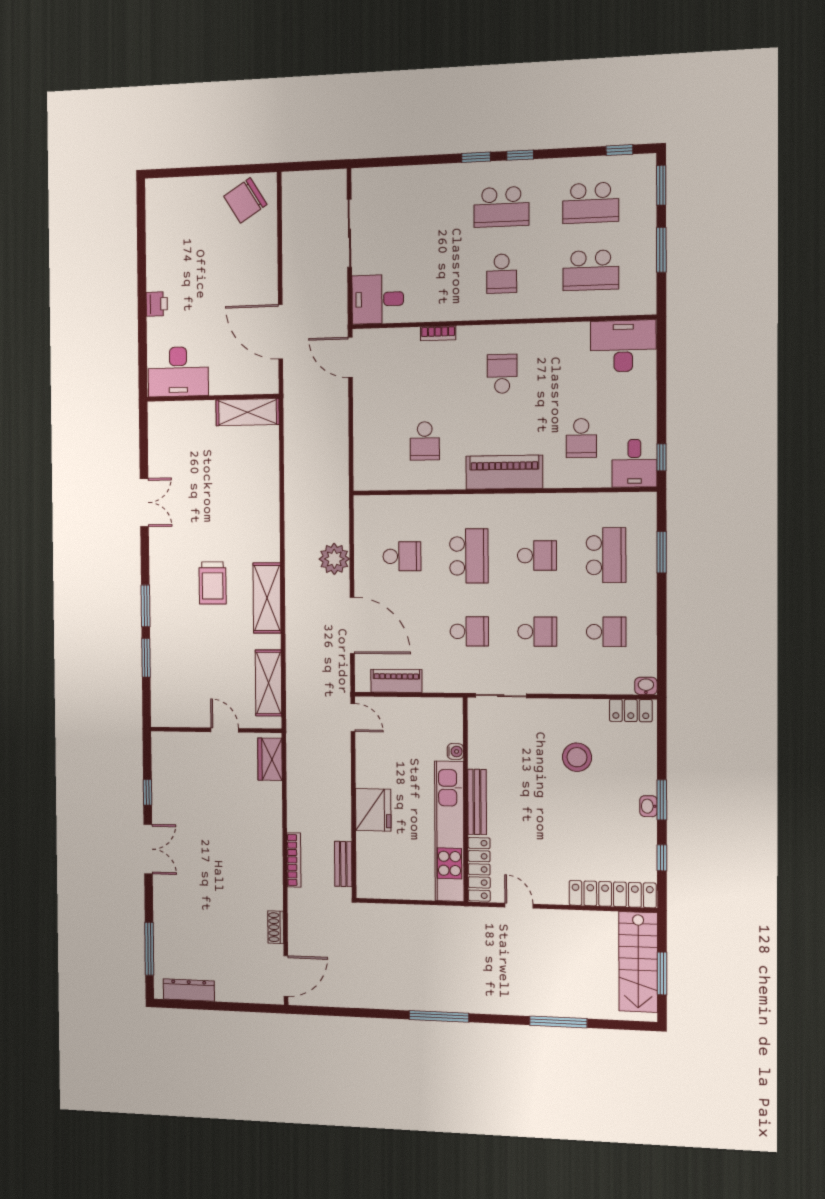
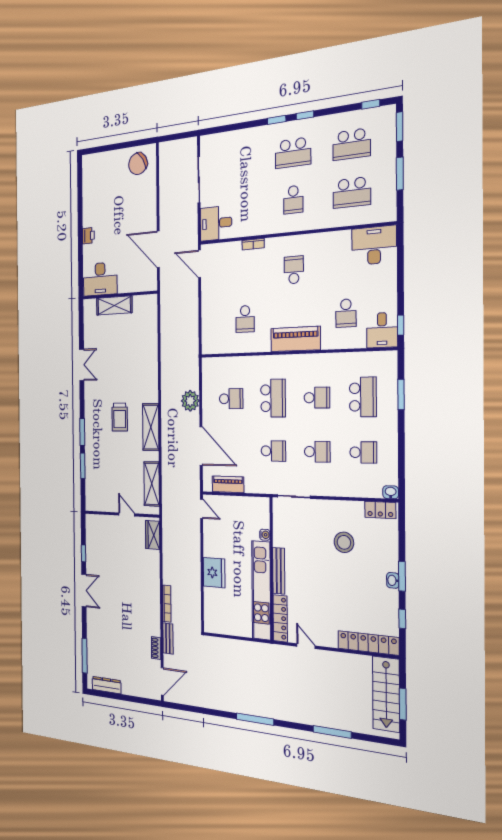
shelving: (247, 412) -> (114, 305), moved
bench: (343, 864) -> (168, 638), moved

